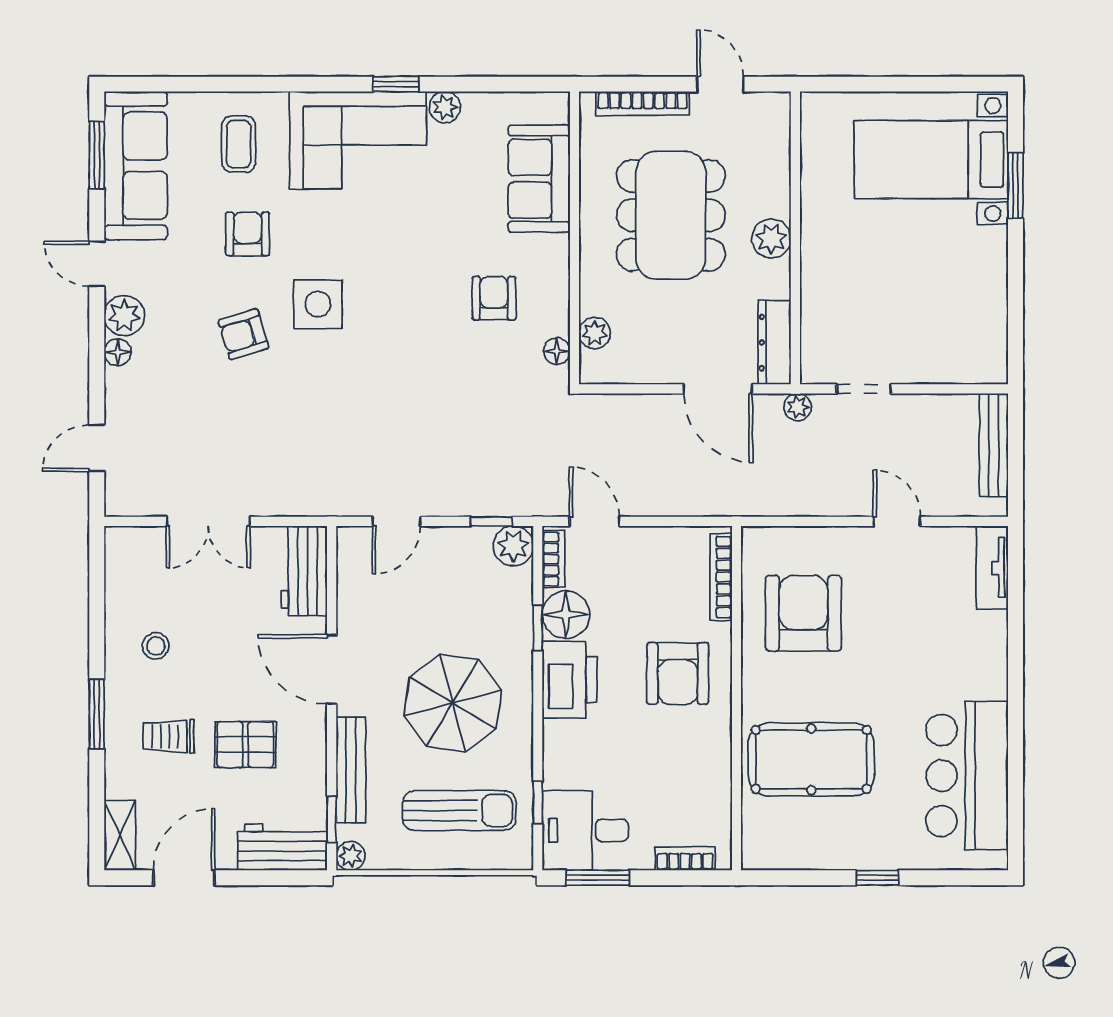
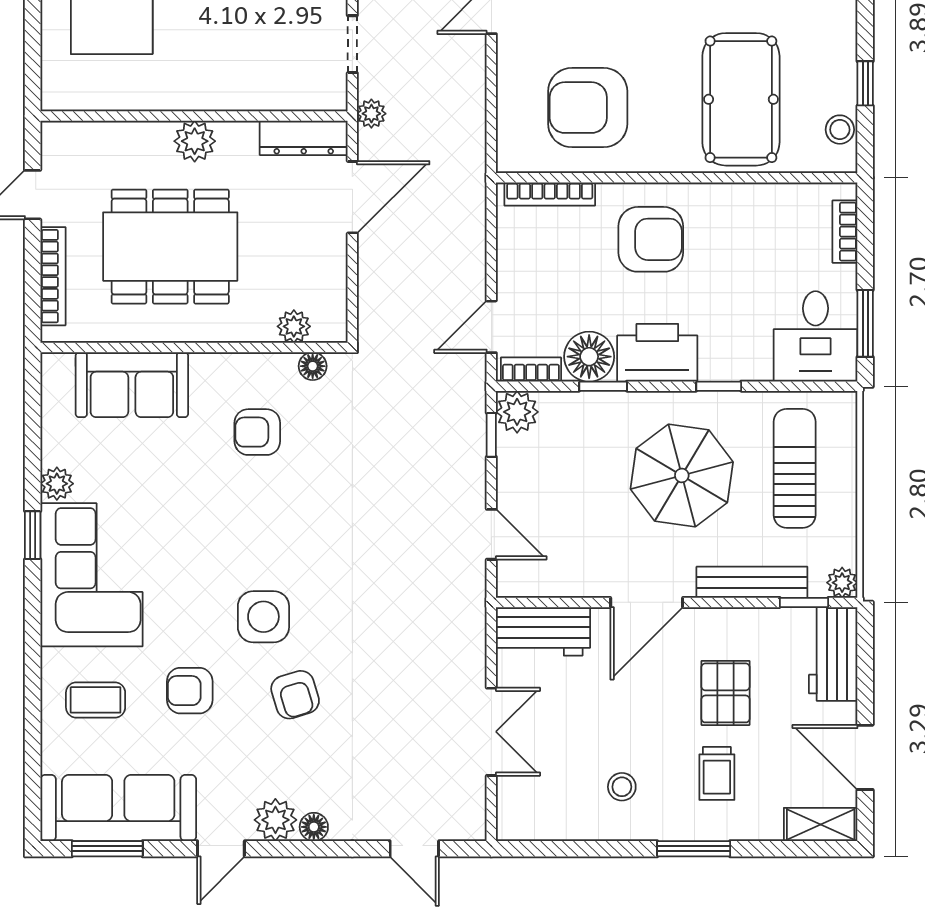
window: (538, 803) -> (719, 386), moved
stool: (782, 854) -> (840, 130), added
window: (877, 878) -> (865, 83), moved

